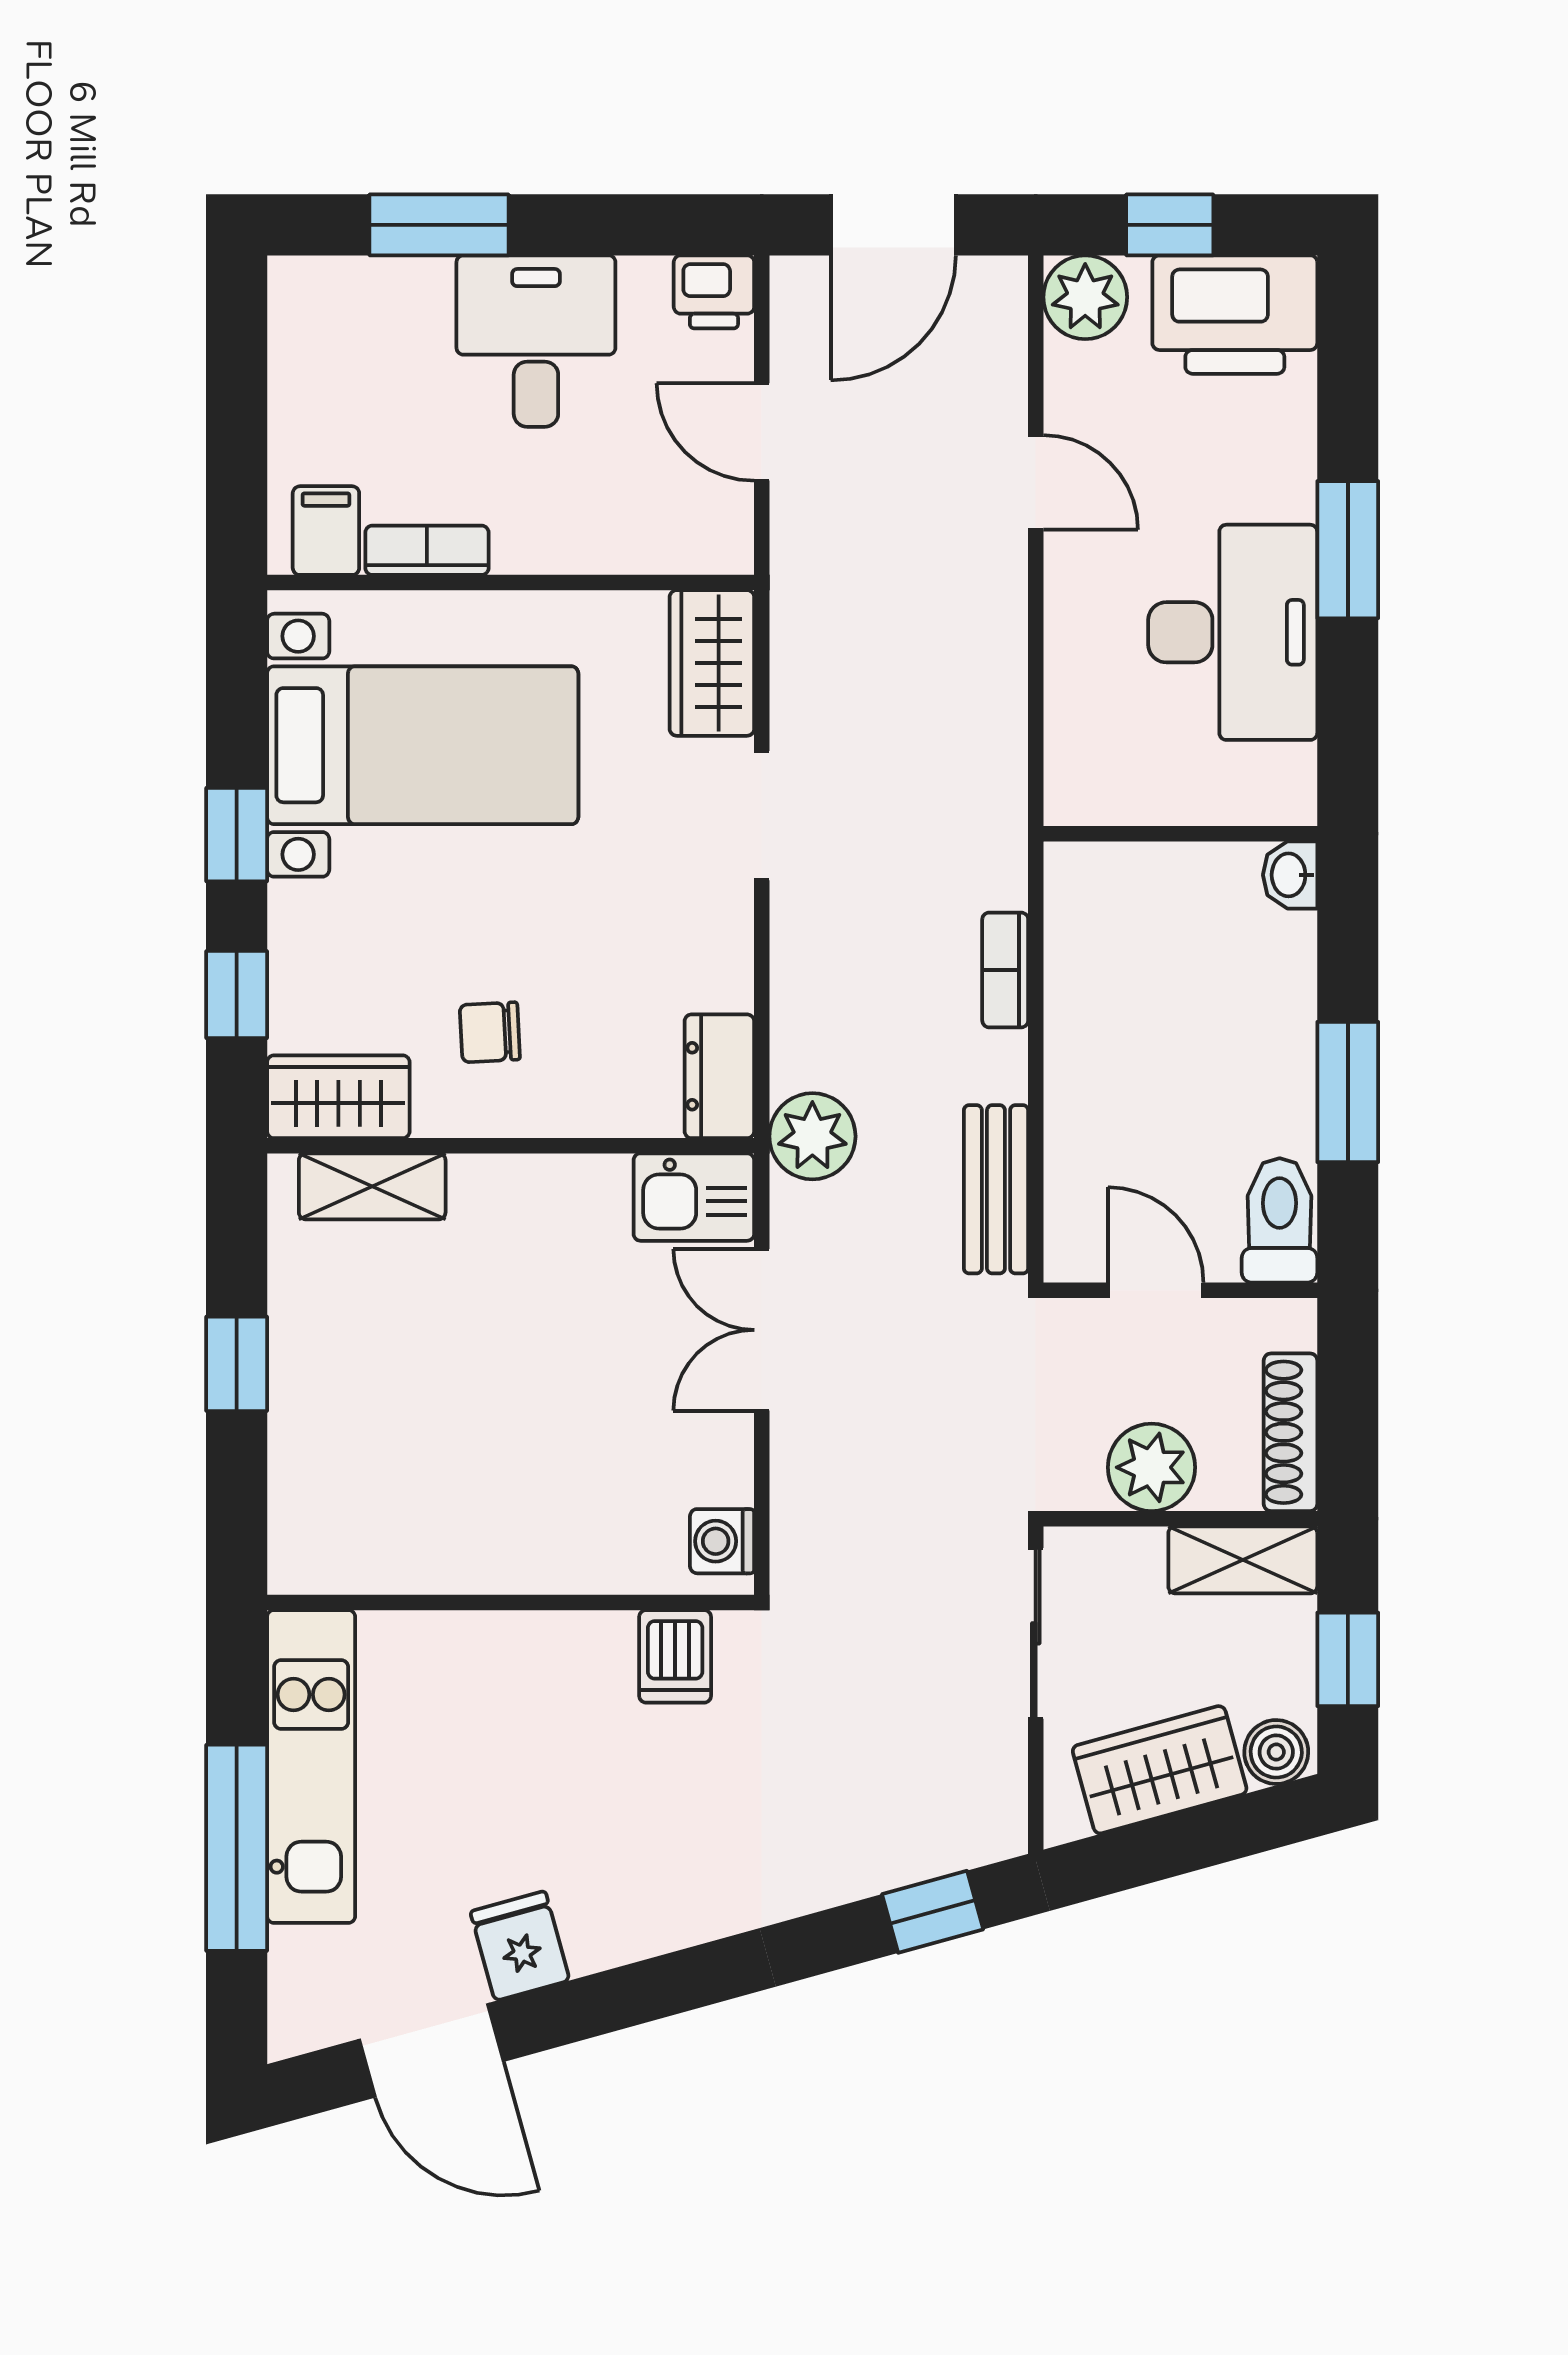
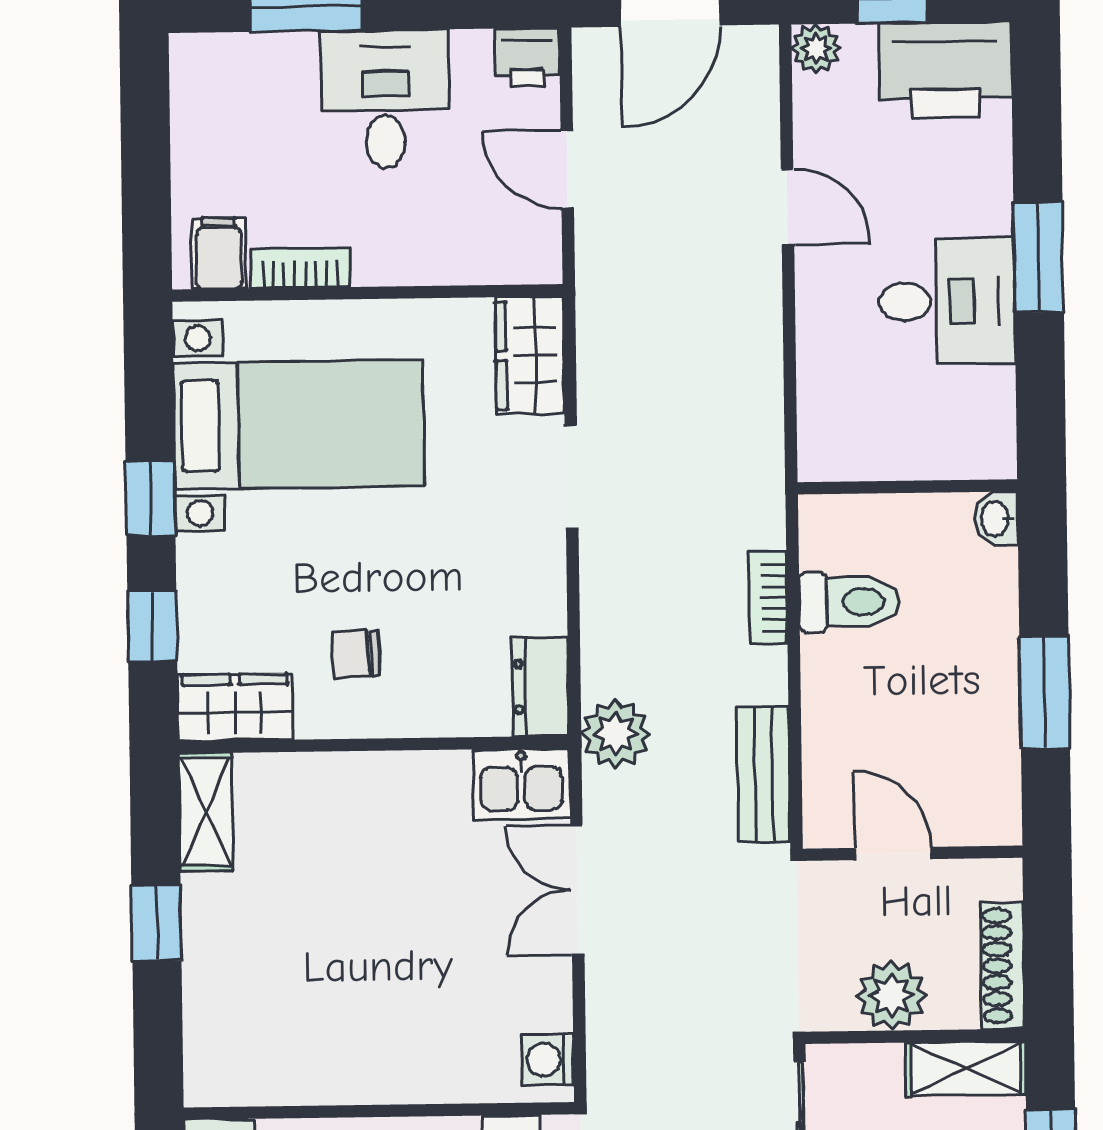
plant: (1085, 297) -> (816, 49), width x0.73, depth x0.73
desk: (1233, 632) -> (947, 301), width x0.73
shelving: (372, 1186) -> (206, 812), moved, turned 90
toilet: (1280, 1220) -> (849, 602), moved, turned 90

